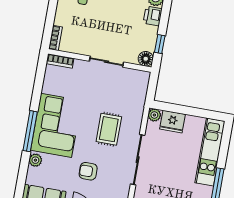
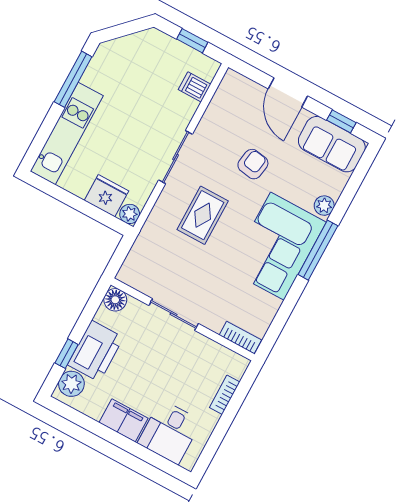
printer: (153, 16) -> (96, 351), width x1.87, depth x1.48
bookcase: (56, 38) -> (225, 395), moved
window: (160, 44) -> (67, 354), moved
sliding door: (138, 160) -> (175, 157), width x0.73
armchair: (88, 171) -> (253, 164), turned -81

